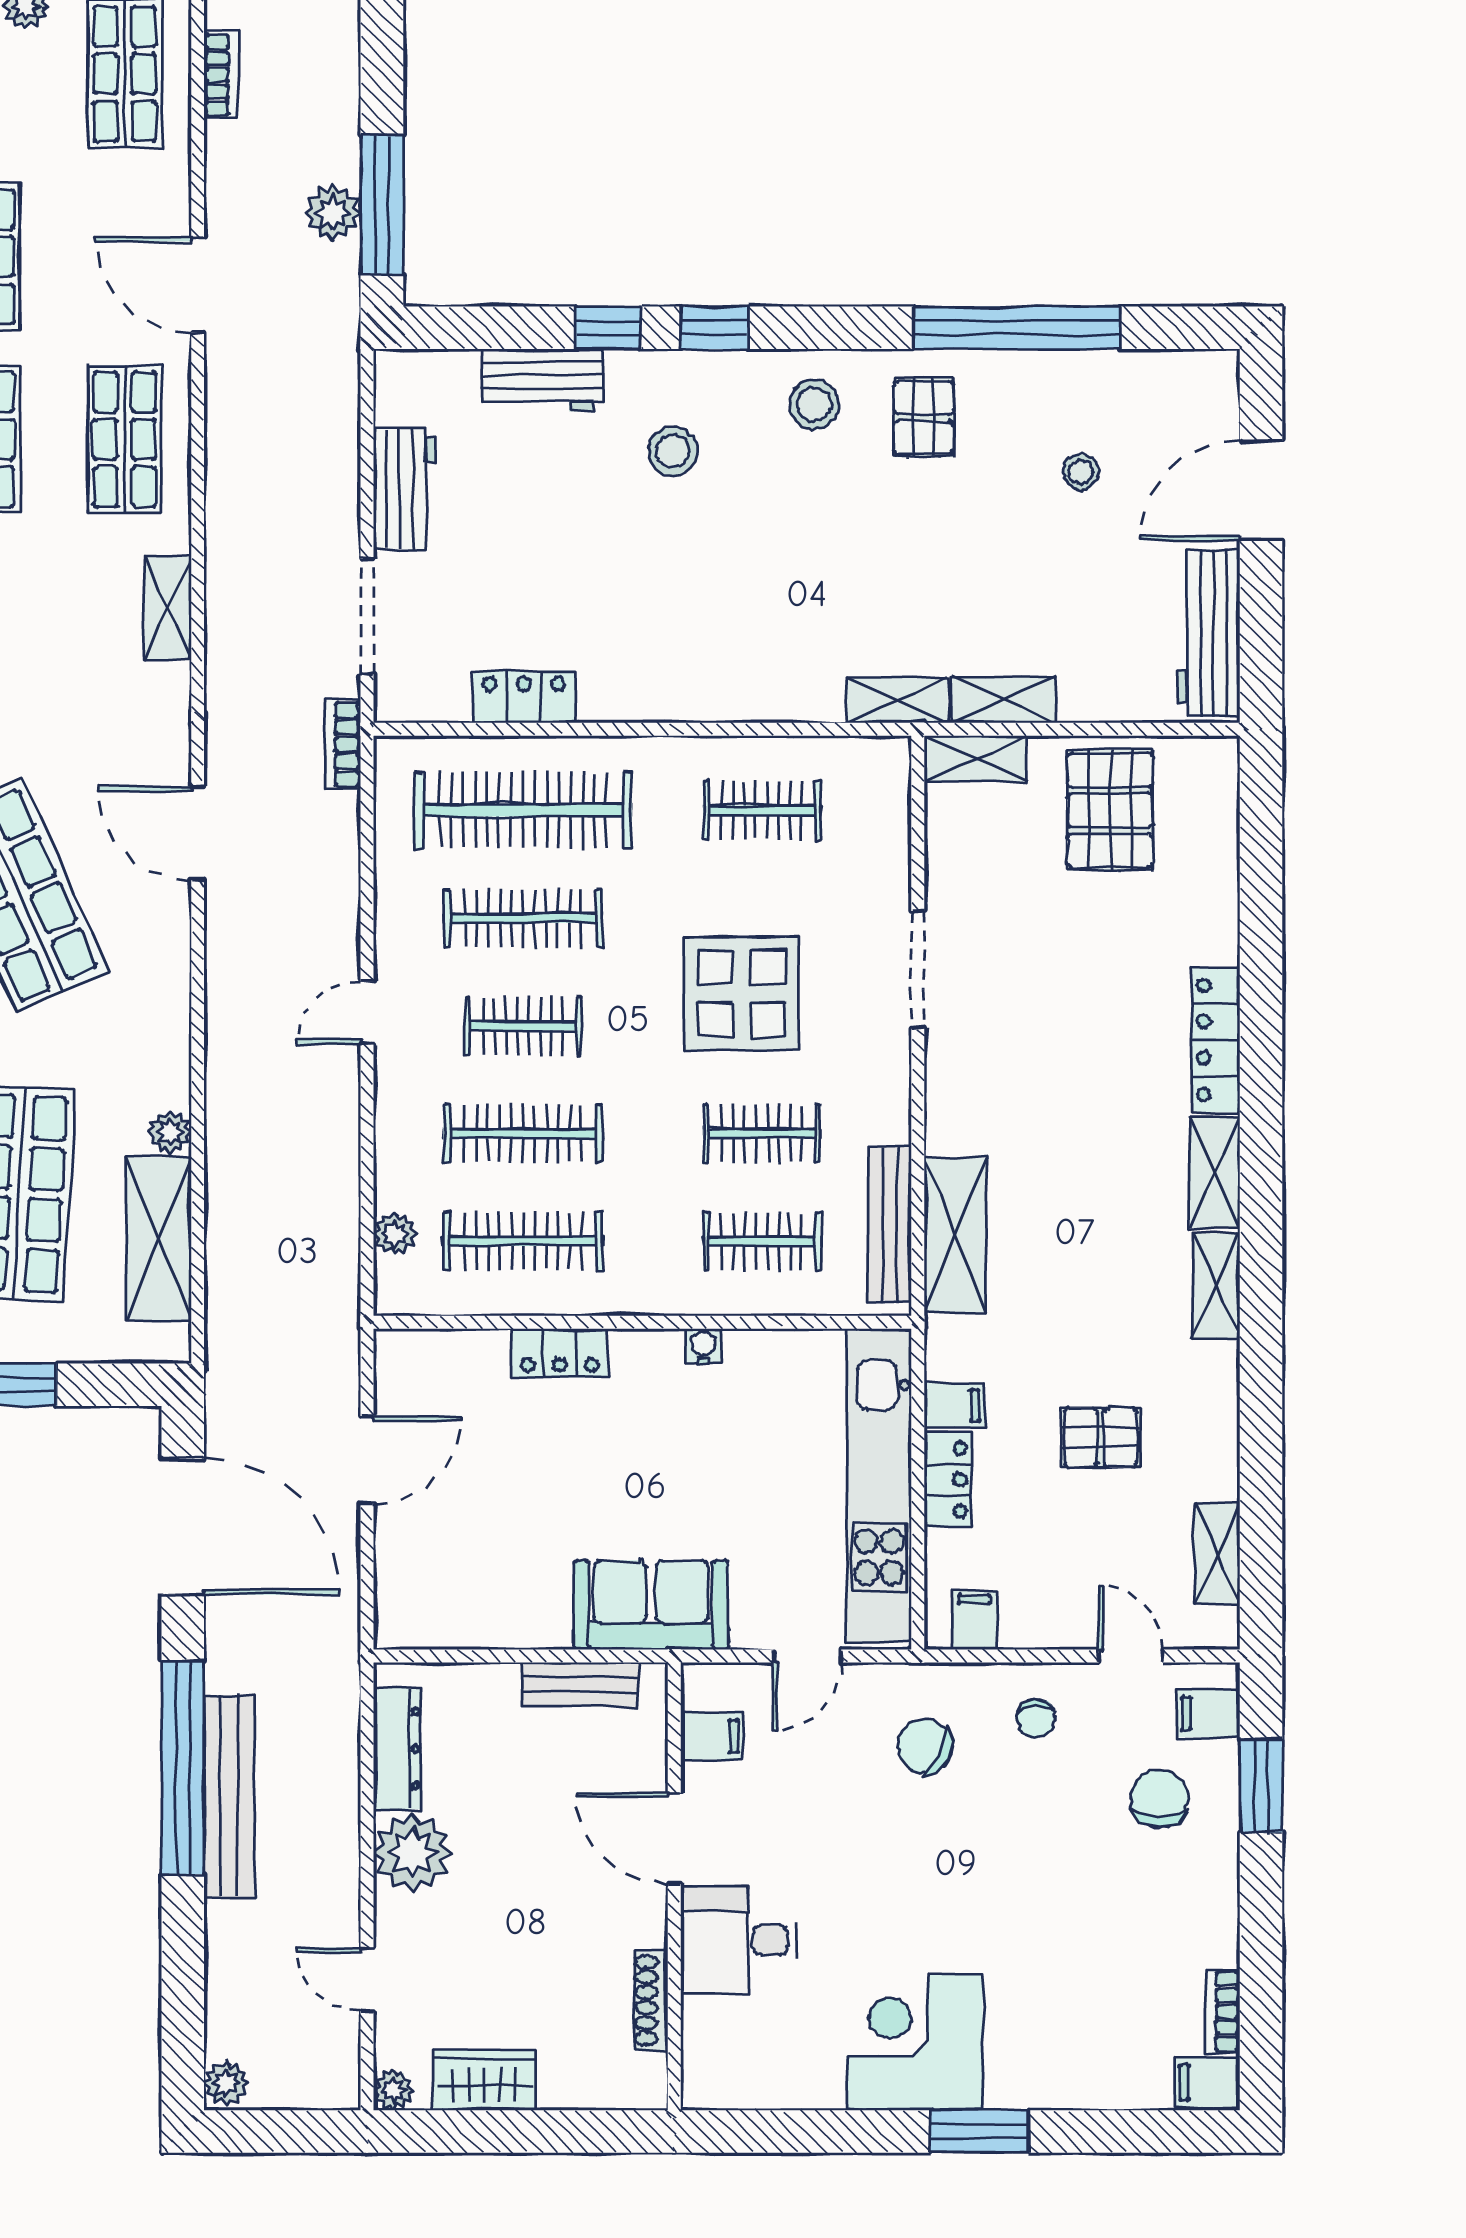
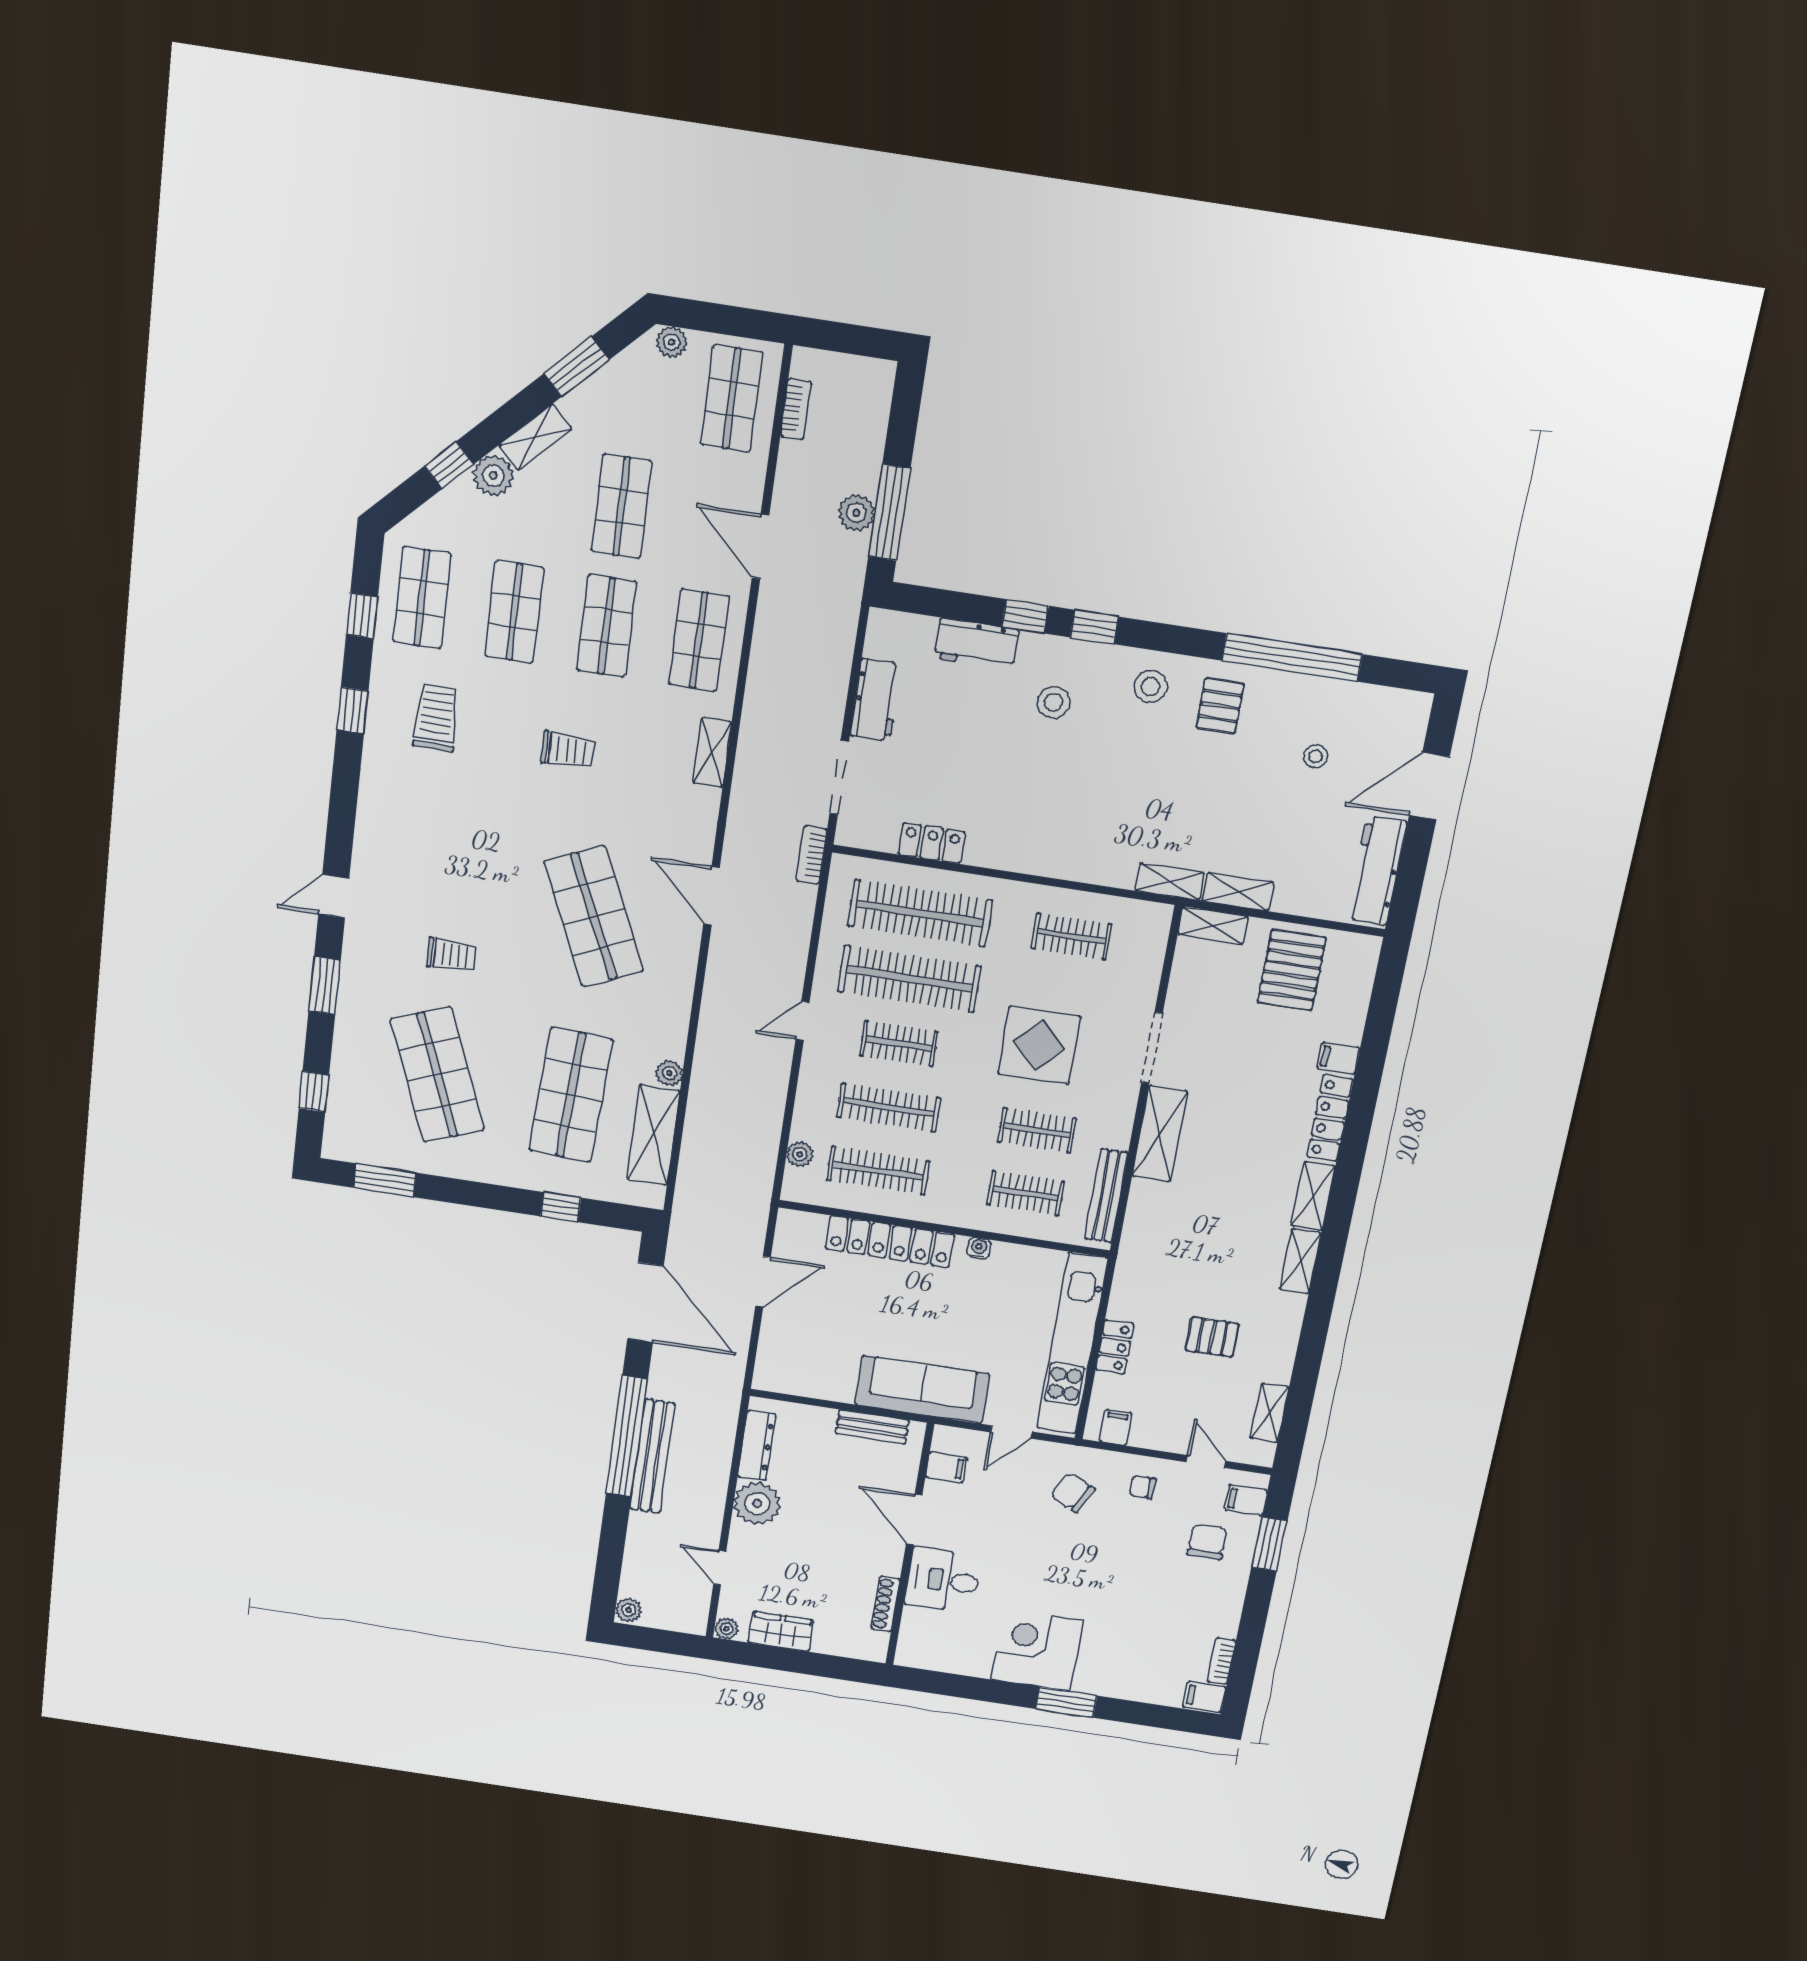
clothes rail: (523, 918) -> (909, 979), width x1.37, depth x1.31
shelving: (955, 1235) -> (1160, 1134), moved
locker: (560, 1353) -> (890, 1241), width x2.16, depth x1.21
filing cabinet: (954, 1406) -> (1339, 1058), moved, turned 180
sofa: (651, 1605) -> (922, 1389), width x1.36
chair: (1036, 1718) -> (1142, 1487), turned 95

